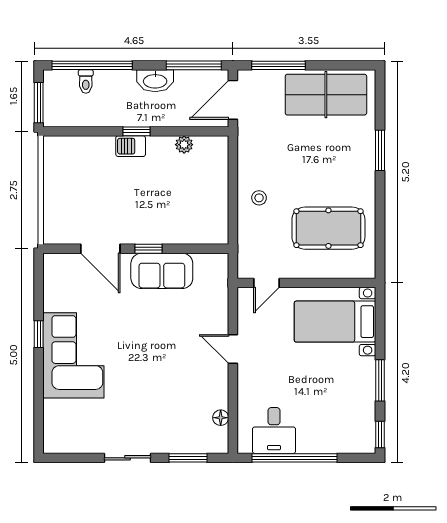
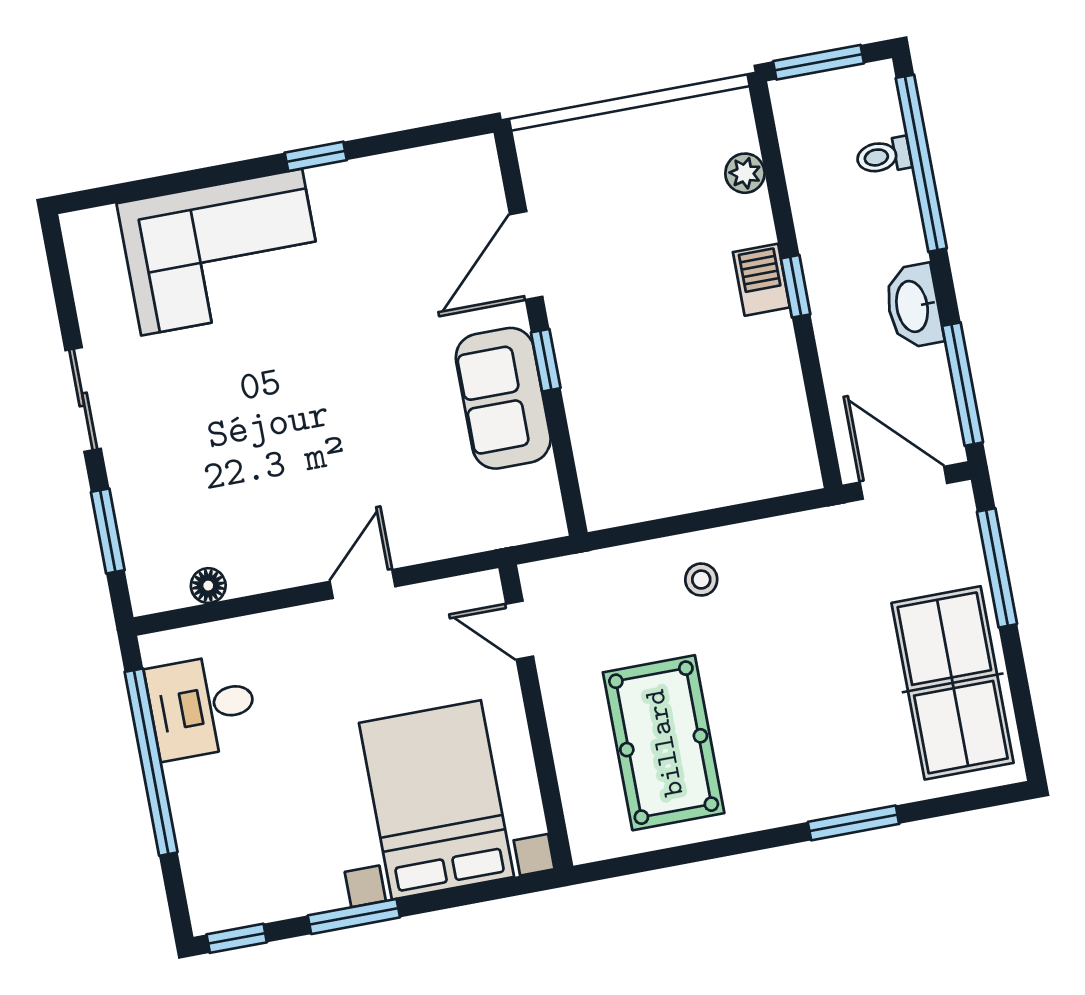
plant: (184, 145) -> (745, 173), moved
bed with nightstands: (335, 322) -> (436, 800), width x1.36
corner sofa: (73, 355) -> (222, 252), moved

